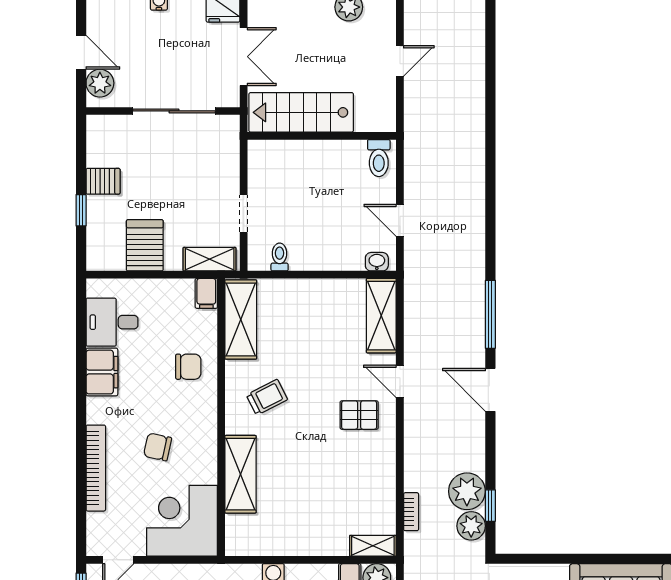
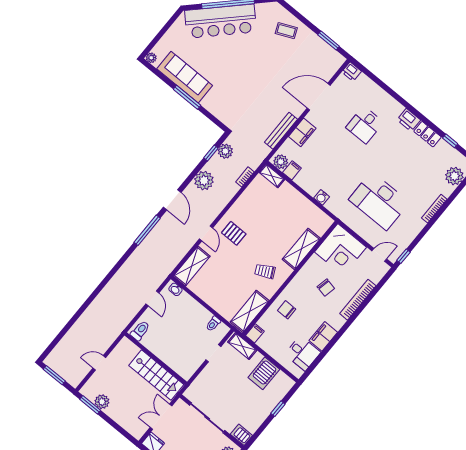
server rack: (103, 181) -> (241, 435), moved
plant: (467, 491) -> (204, 181), moved
window: (593, 559) -> (187, 97), added

